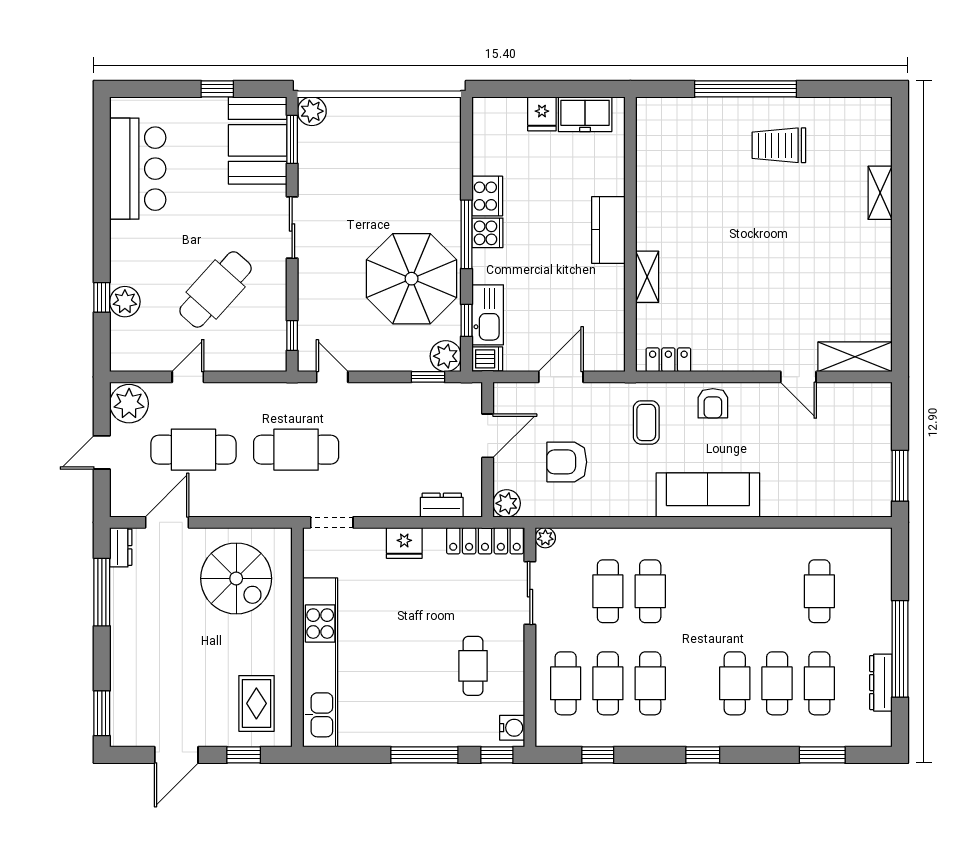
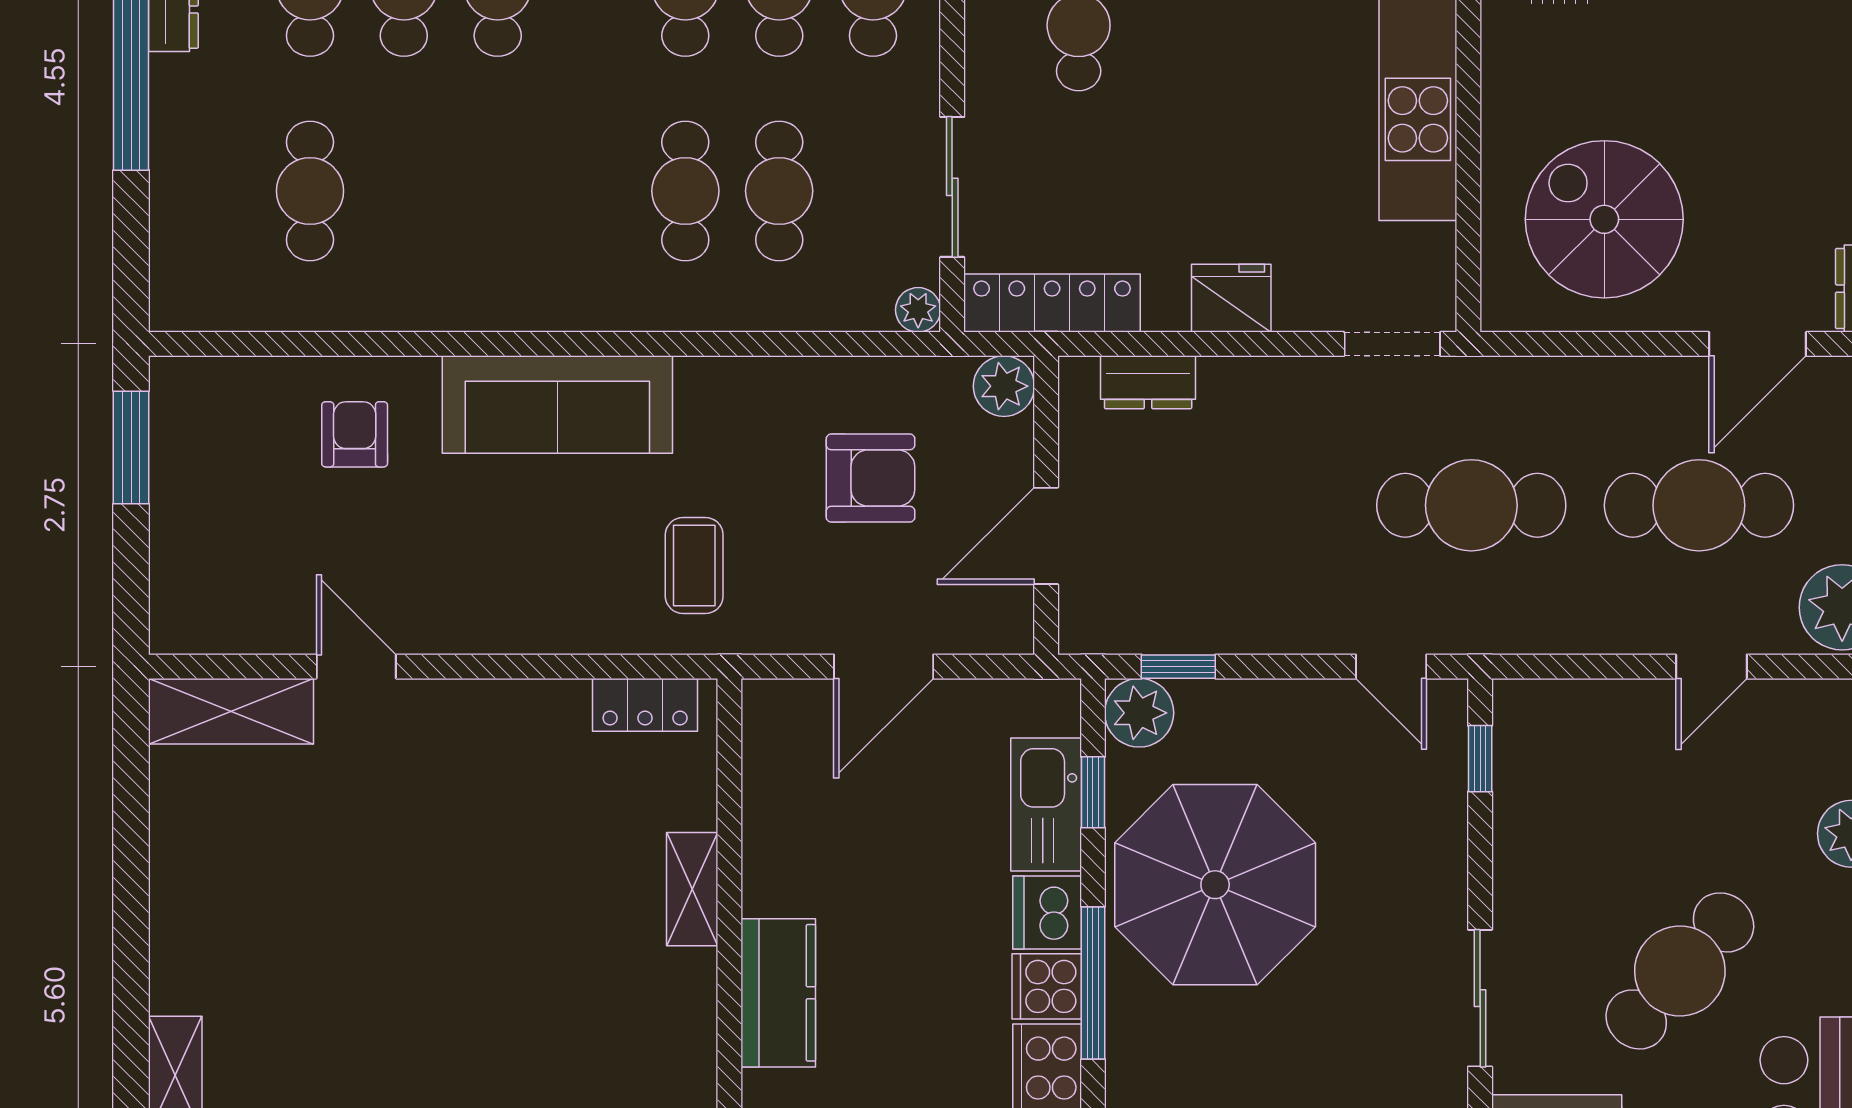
cafe table: (216, 289) -> (1680, 971), moved
dishwasher: (487, 359) -> (1047, 912), moved, width x1.38
armchair: (713, 403) -> (355, 434), moved

